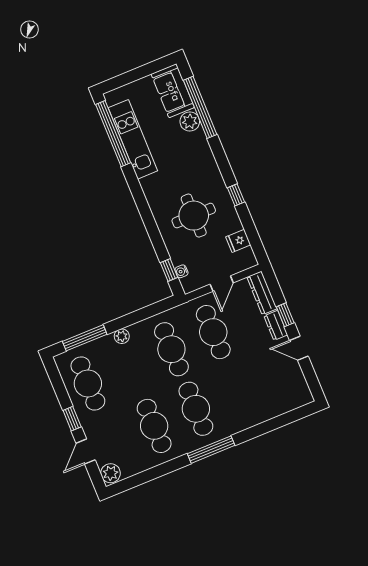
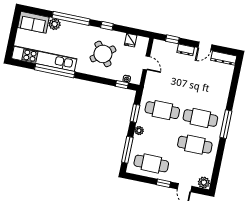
window: (200, 107) -> (71, 18), moved
window: (113, 134) -> (55, 71), moved
kitchen unit: (133, 139) -> (44, 59), width x1.36
round table: (194, 216) -> (103, 54), turned -37
dresser: (262, 293) -> (224, 58), moved
window: (142, 314) -> (135, 113), added
window: (285, 315) -> (172, 39), moved
cafe table: (213, 332) -> (168, 83), removed

